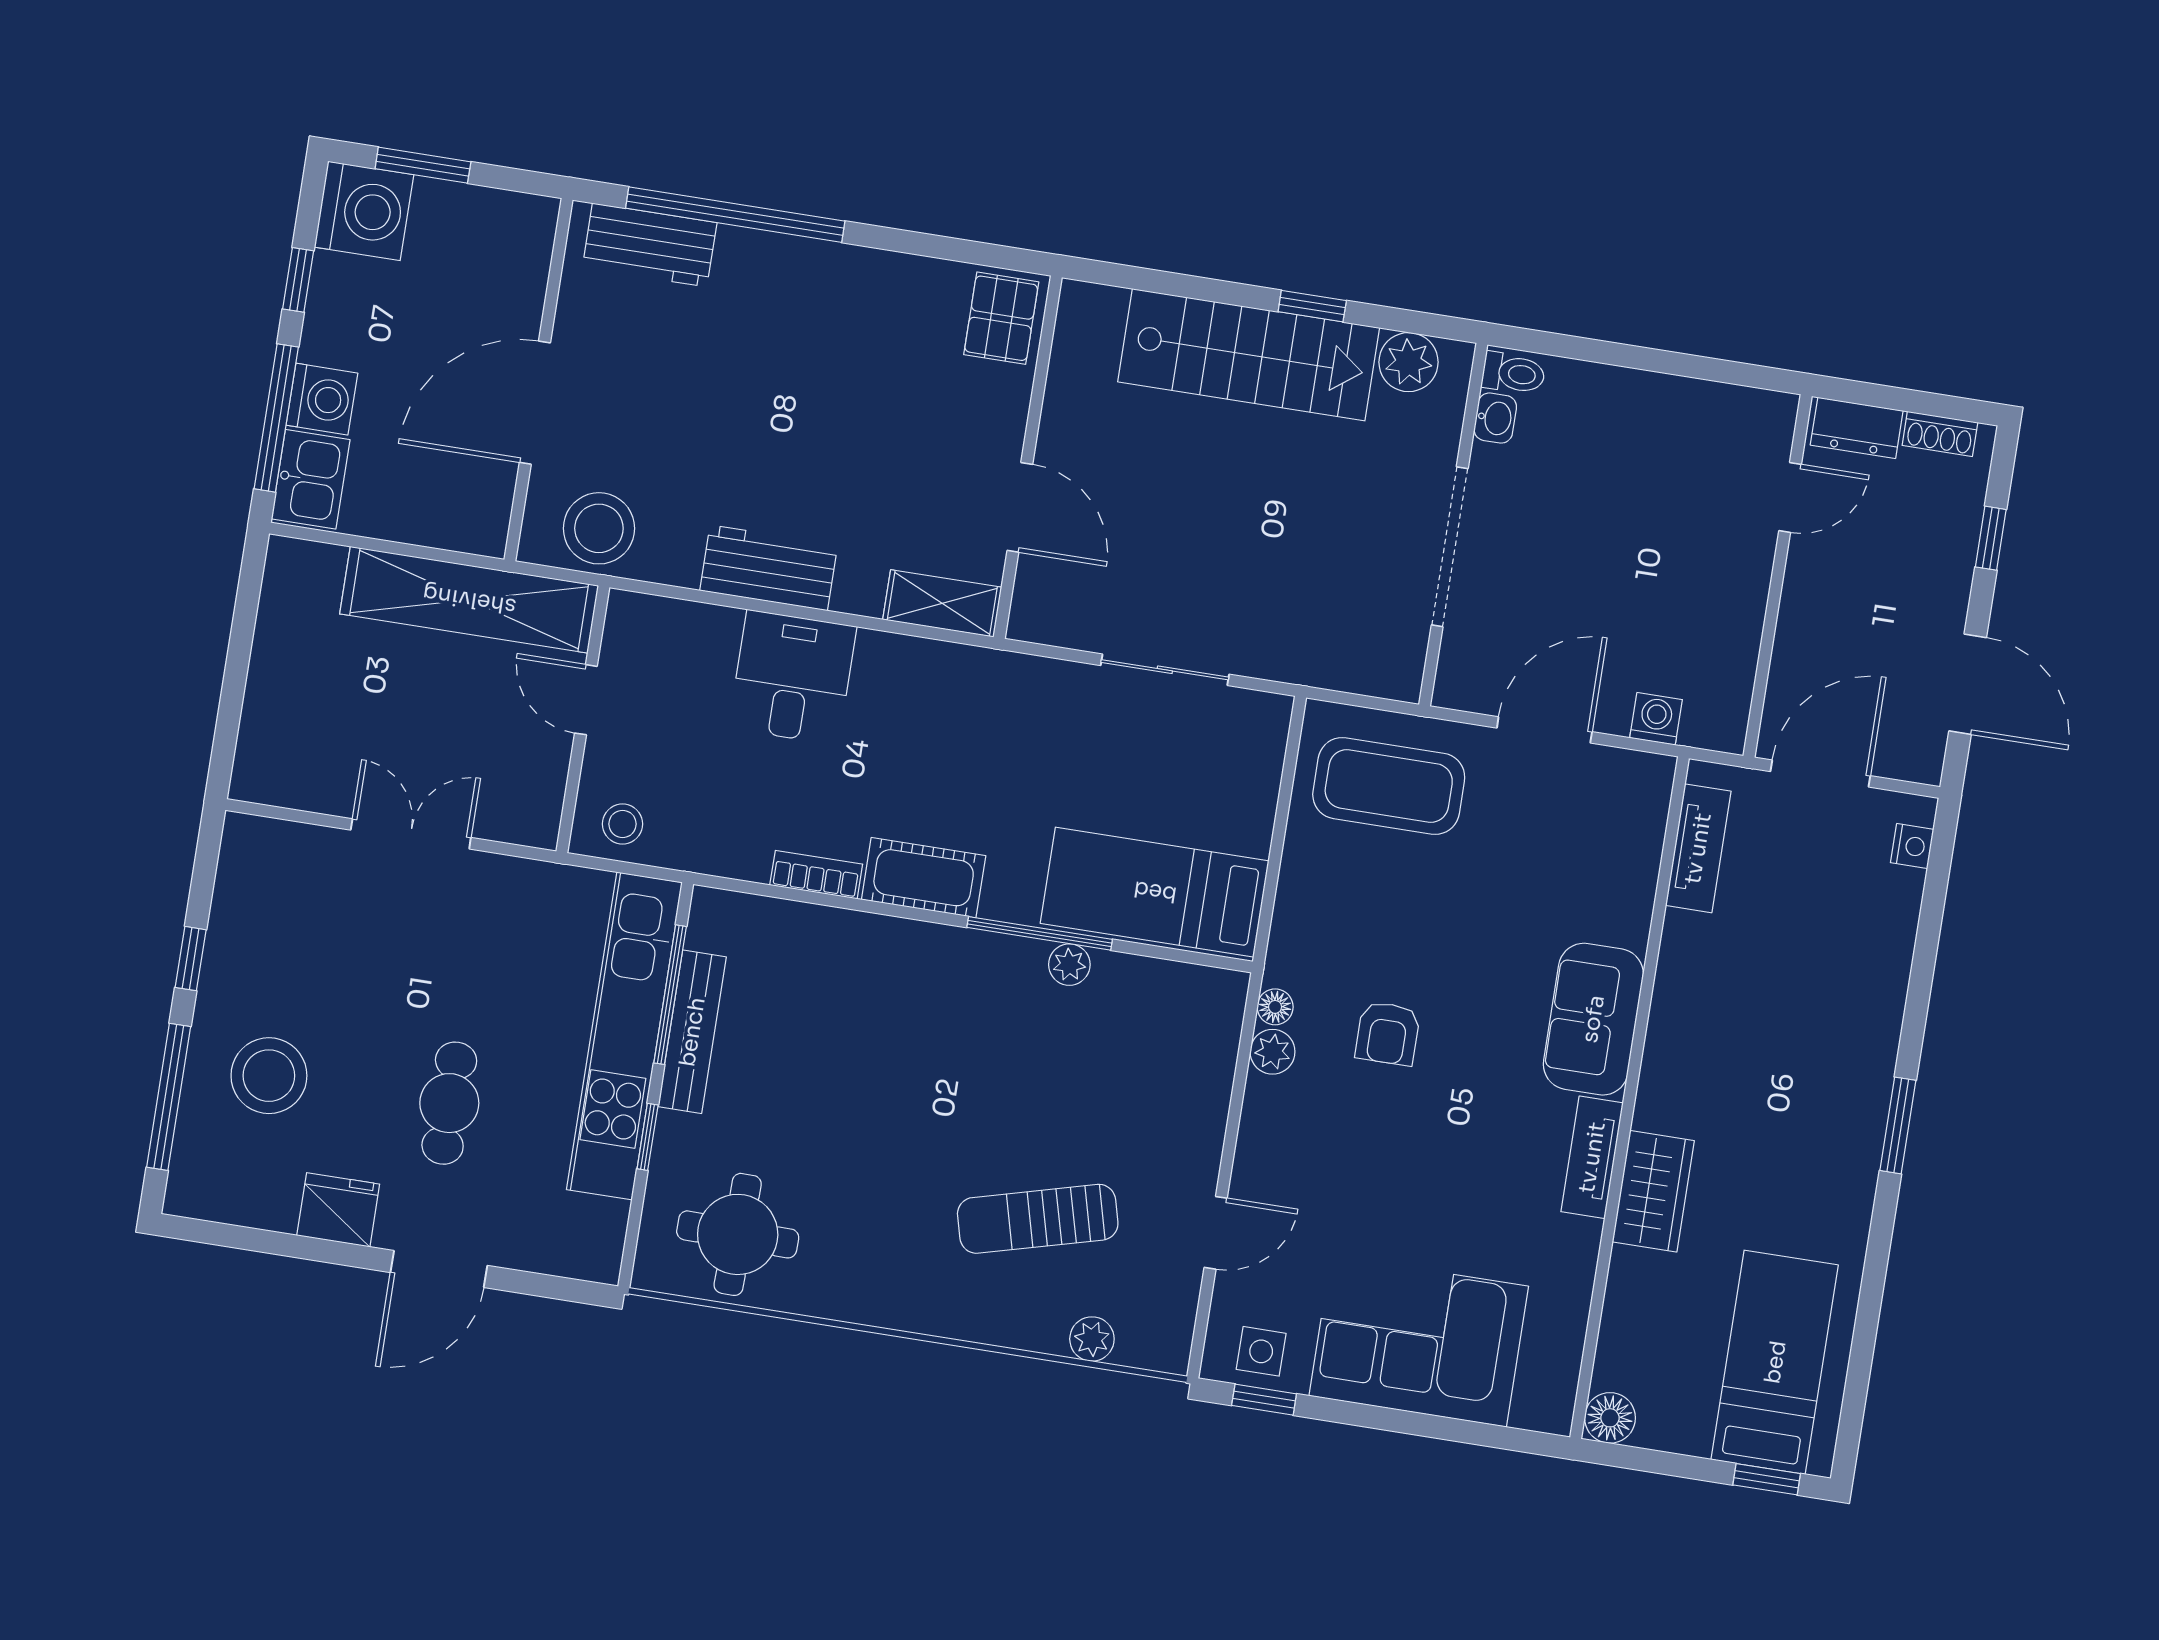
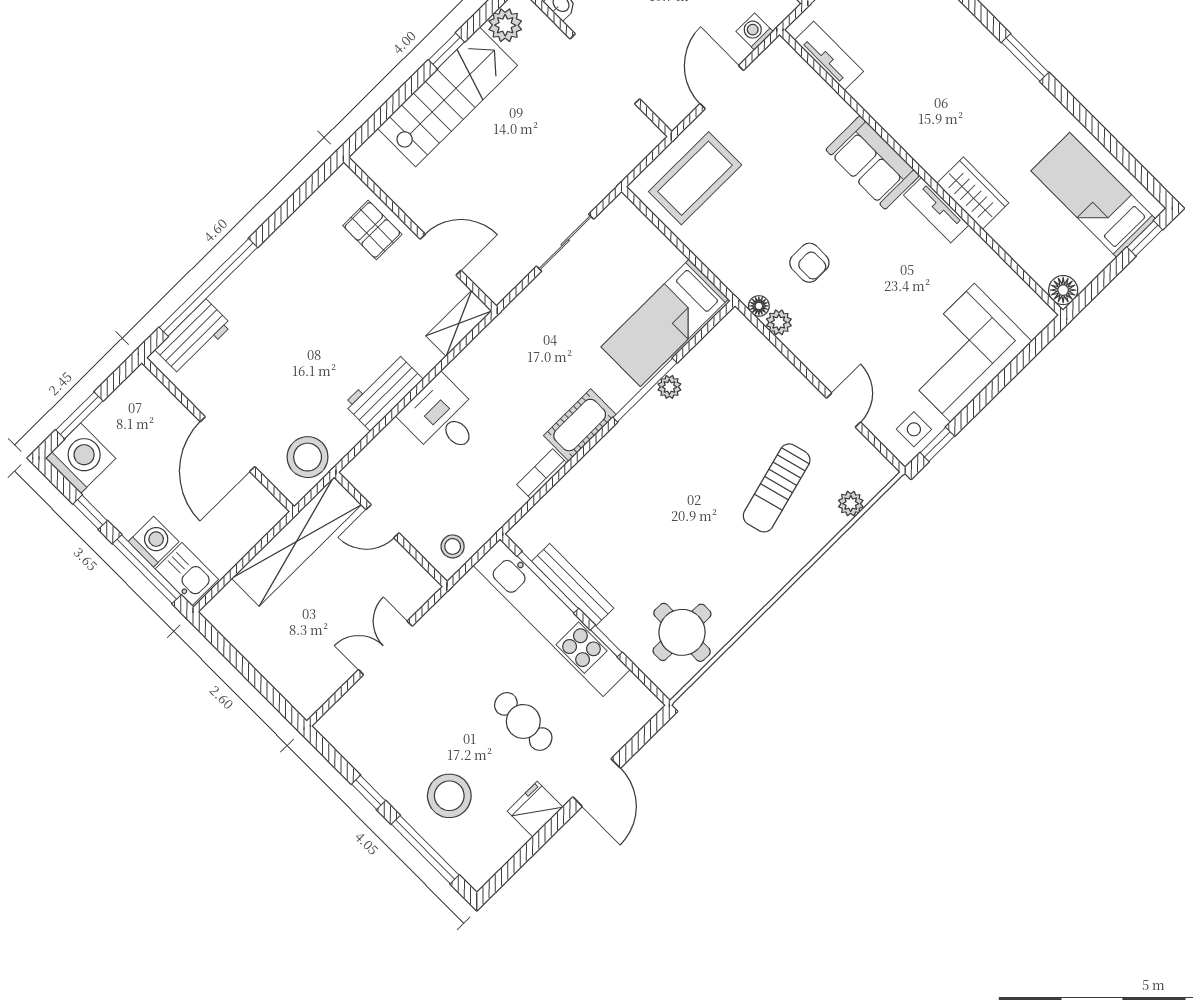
pallet: (1001, 318) -> (372, 230), moved

